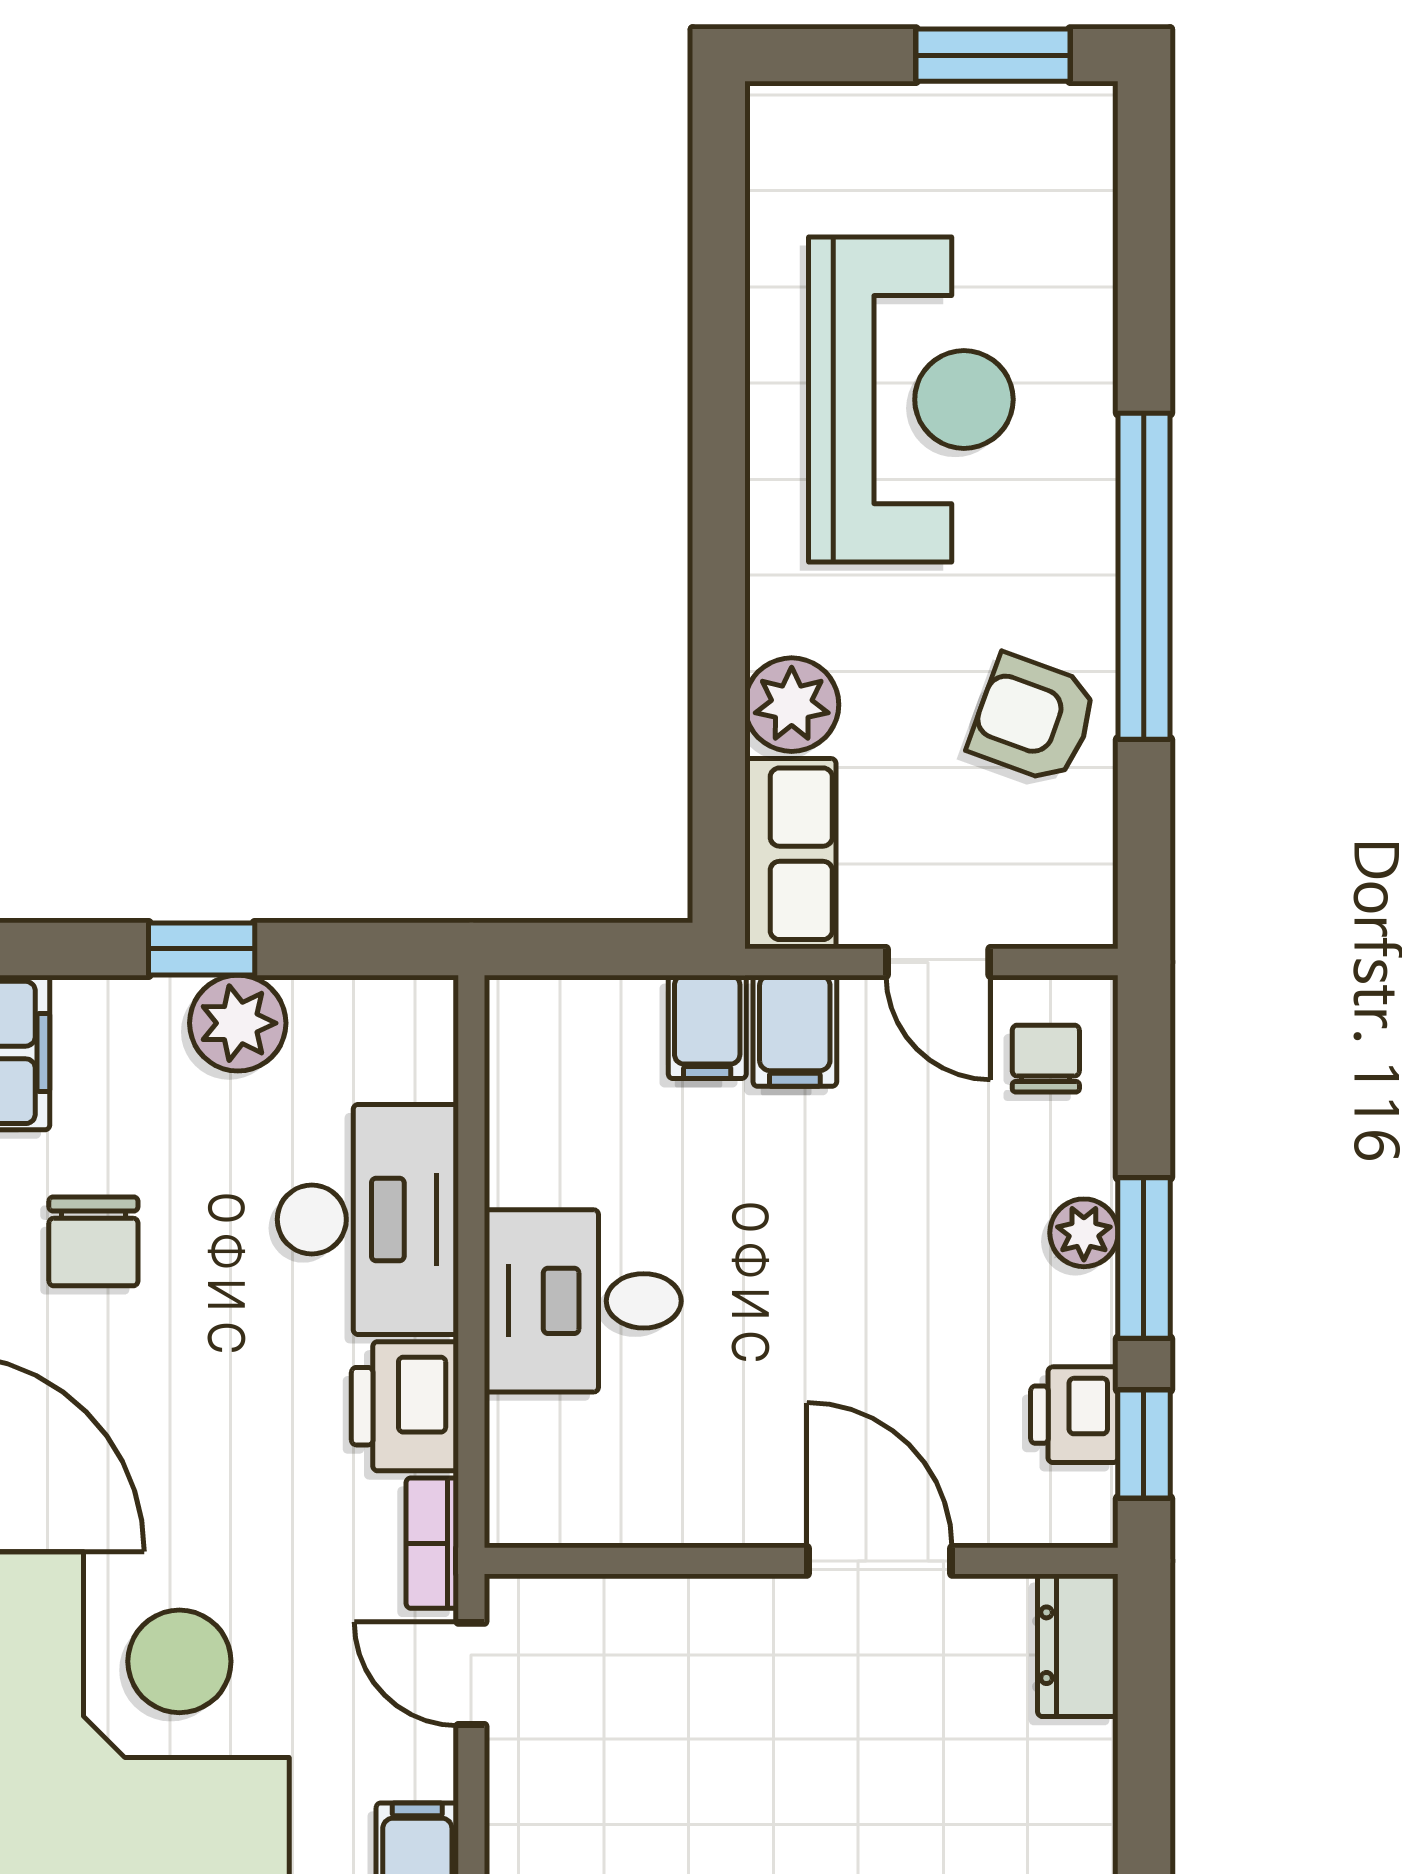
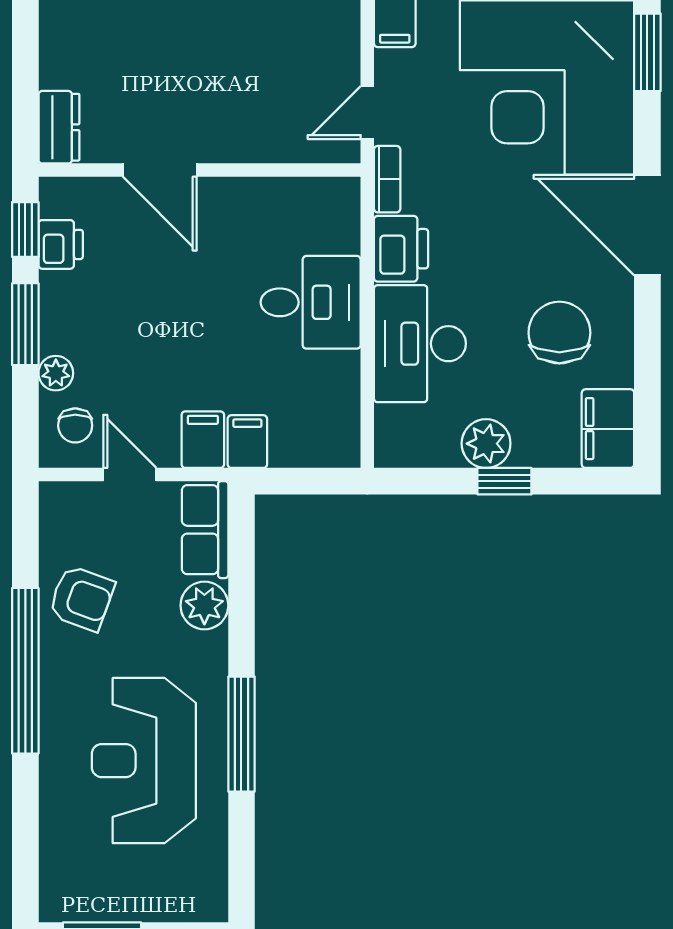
window: (719, 452) -> (241, 734), added
plant: (1084, 1233) -> (56, 373), moved
chair: (93, 1241) -> (559, 333), width x1.37, depth x1.37
door: (471, 1674) -> (367, 113), swing flipped

